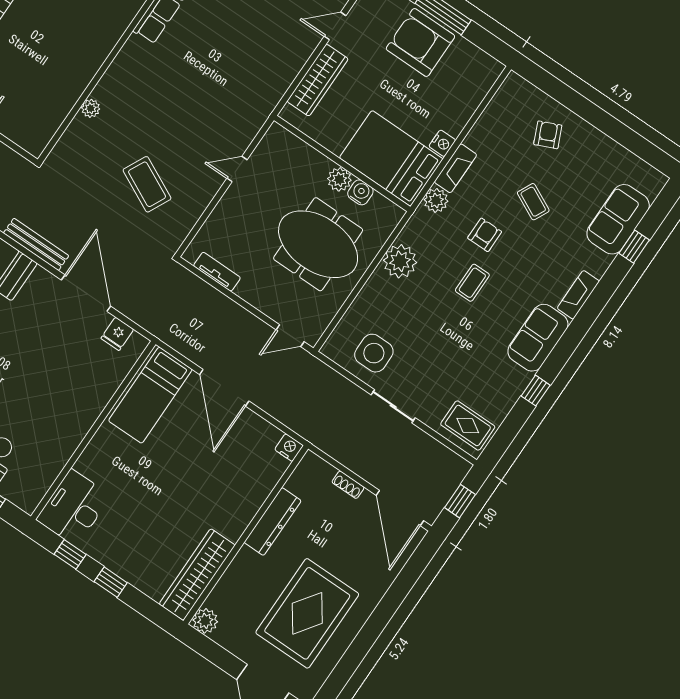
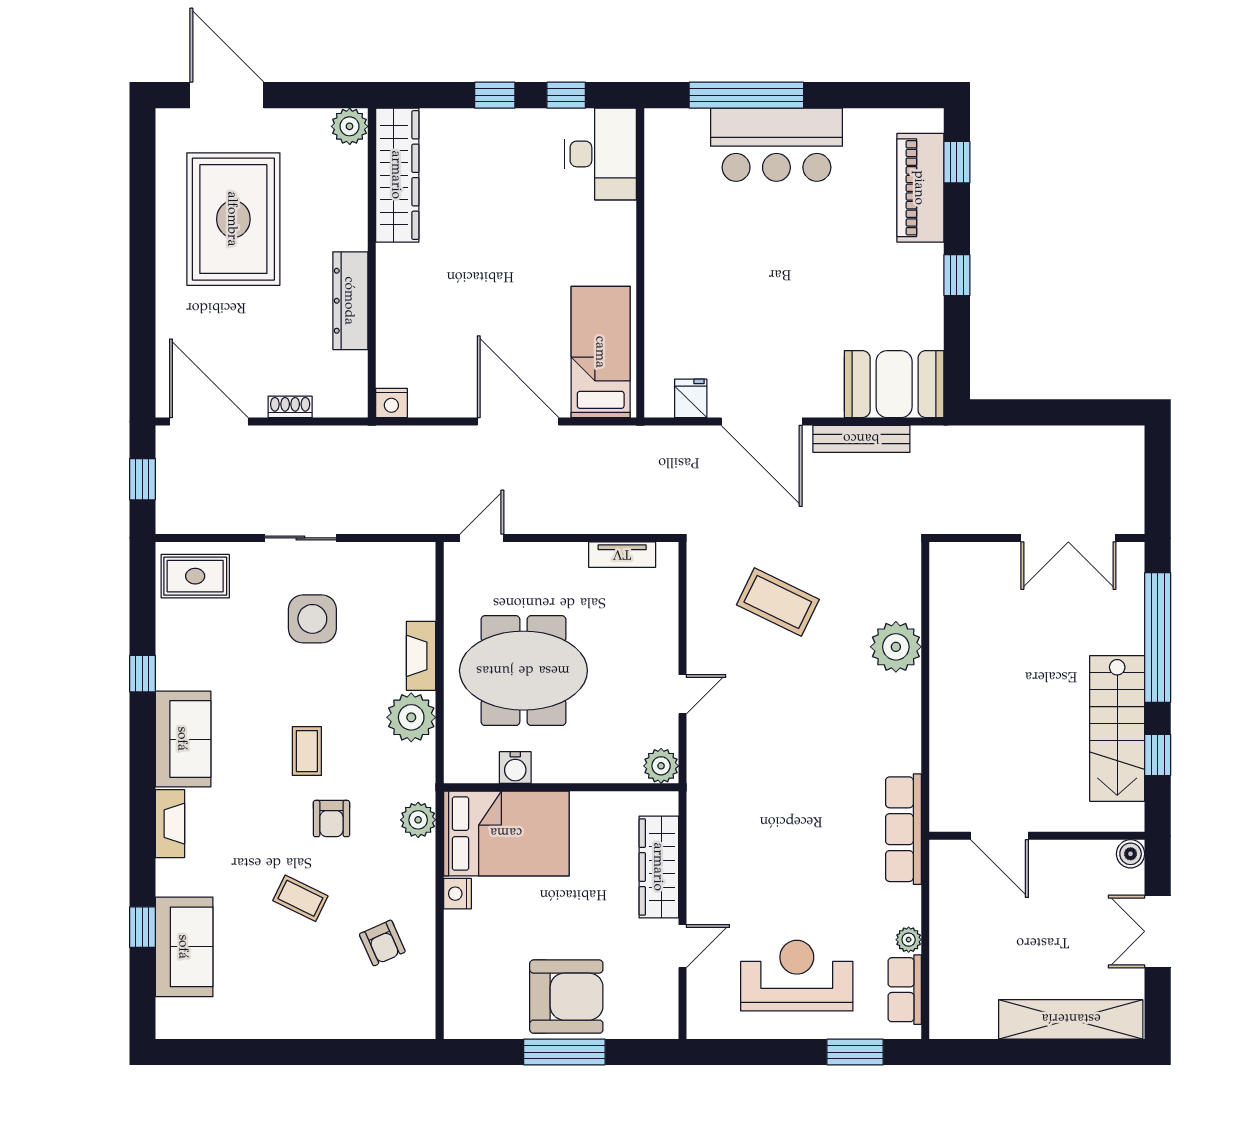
plant: (91, 108) -> (896, 647), width x1.88, depth x1.88
armchair: (548, 135) -> (382, 943), moved
fireplace: (456, 168) -> (421, 656), moved
plant: (339, 179) -> (661, 766), moved
side table: (374, 353) -> (312, 619), moved

